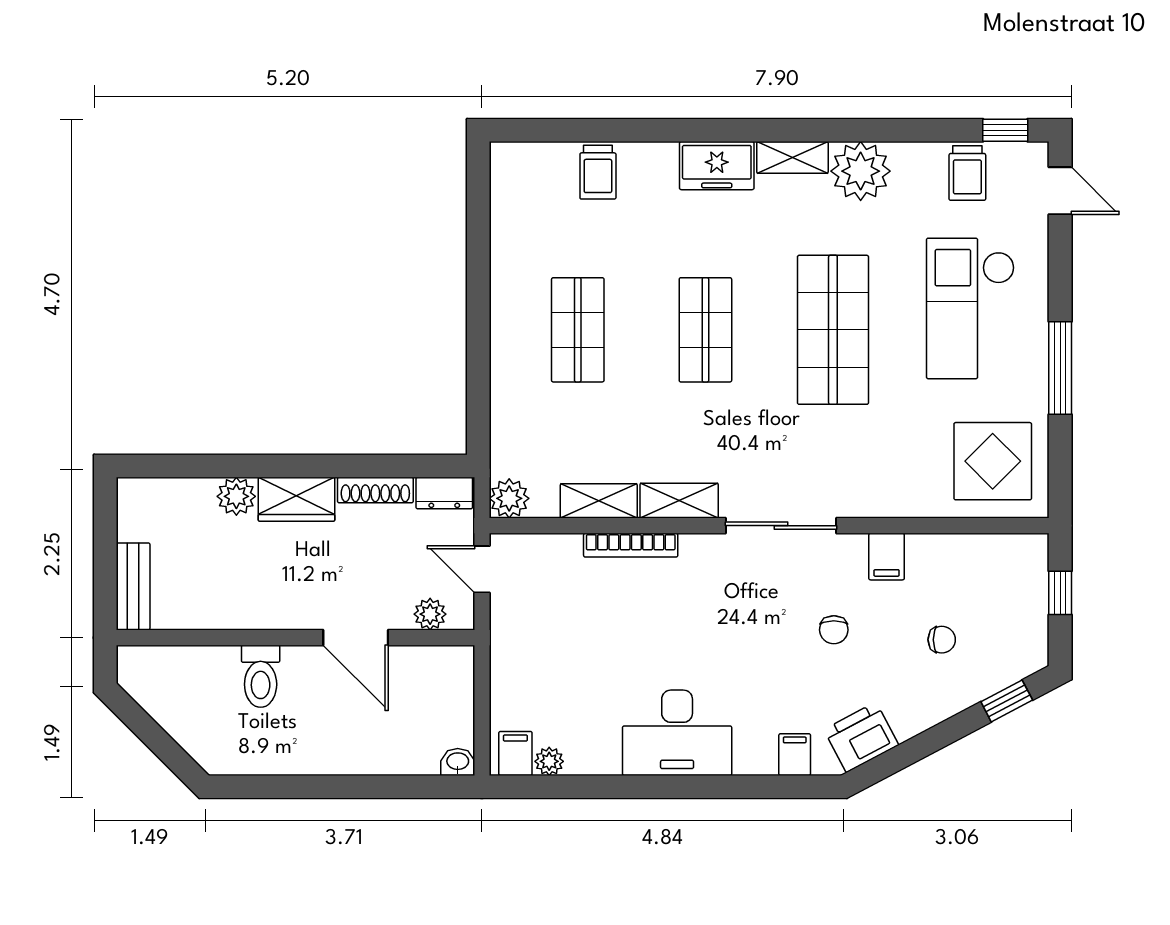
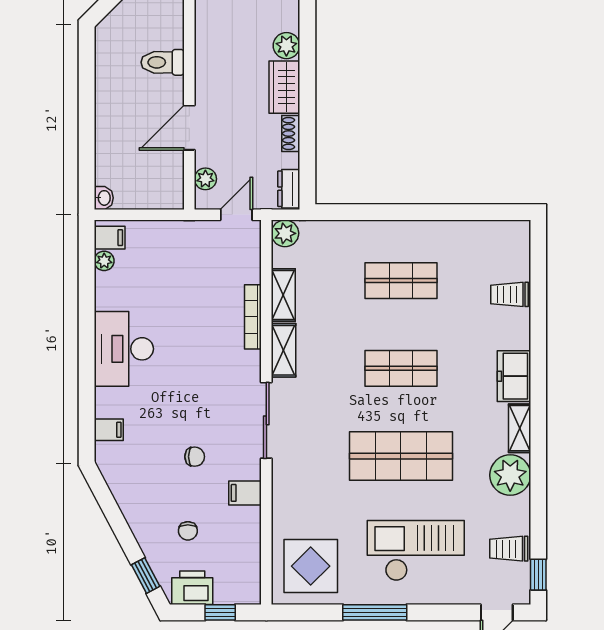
shoe rack: (375, 490) -> (291, 133), width x0.70
chair: (834, 630) -> (195, 457), turned 180
printer: (861, 737) -> (192, 588), moved, turned -62

